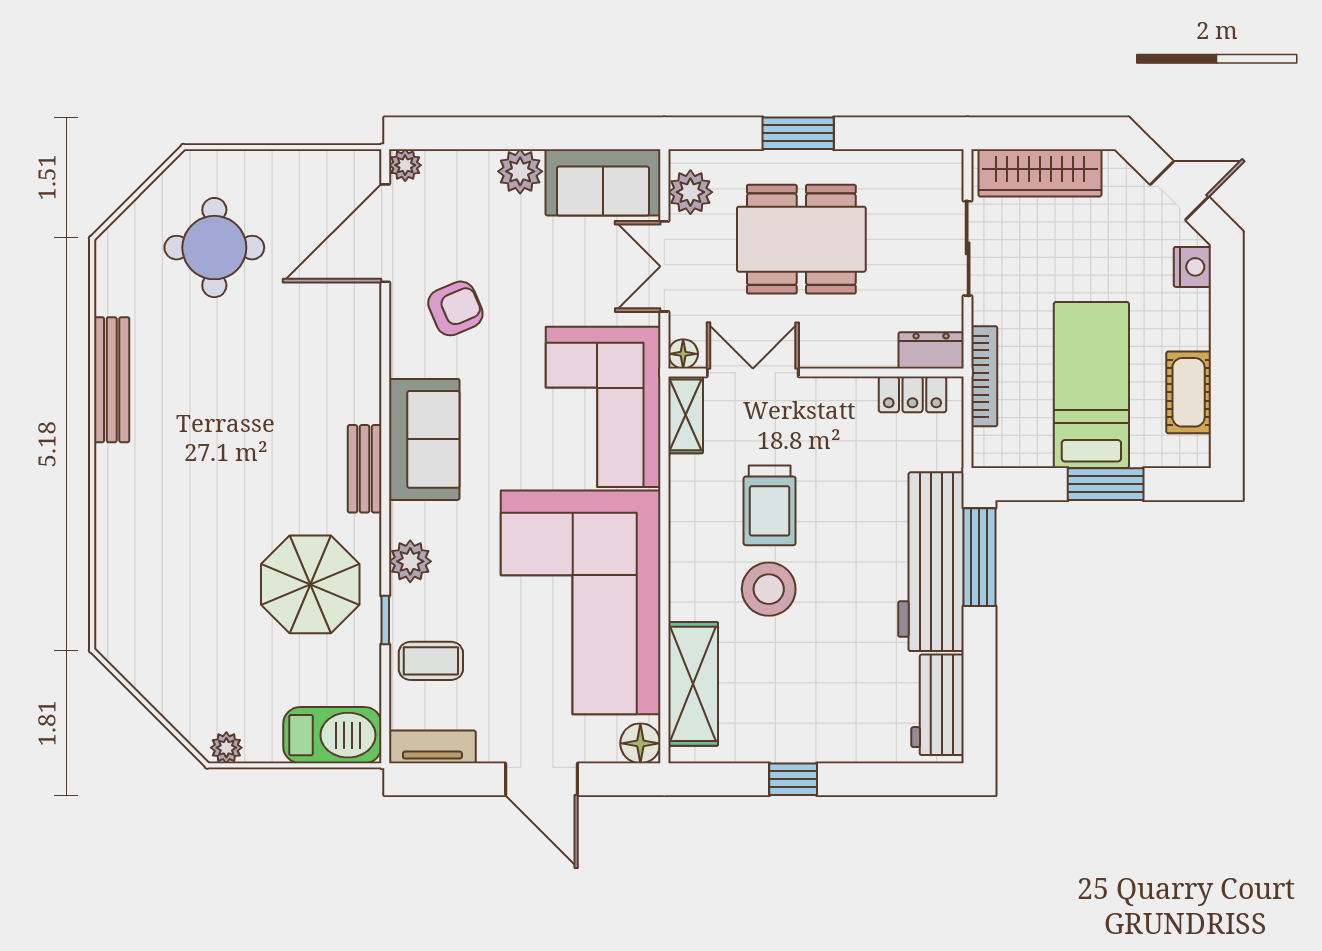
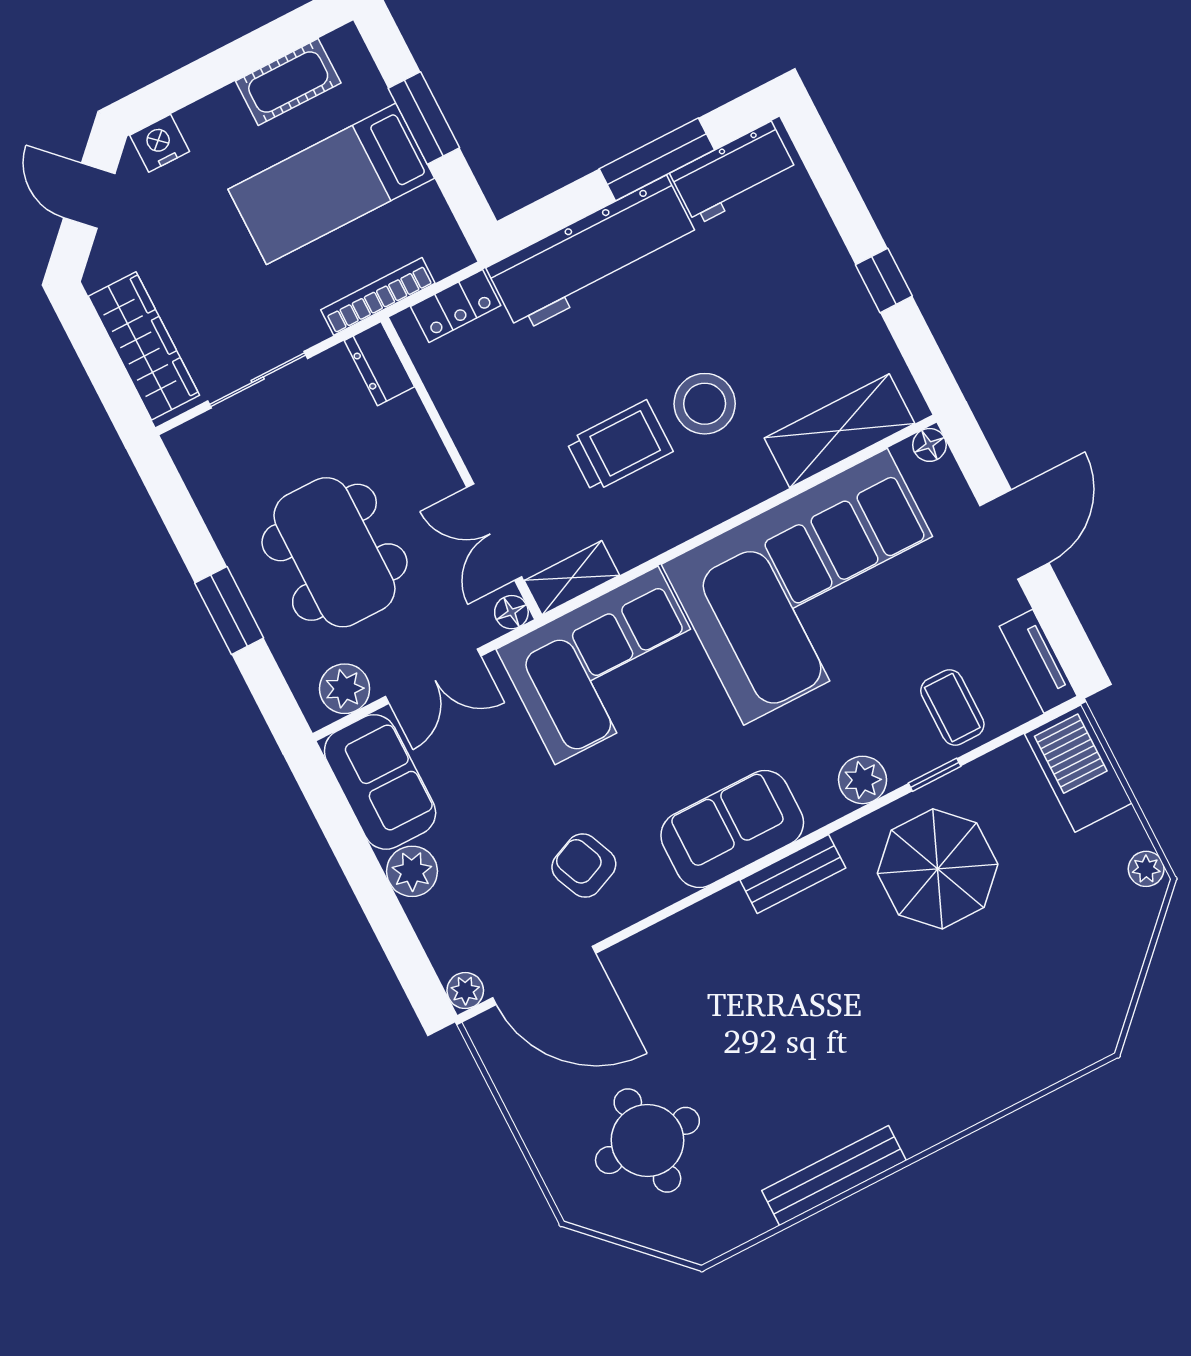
locker: (913, 394) -> (456, 306), moved, turned 90
window: (979, 557) -> (657, 159), moved
floor lamp: (640, 743) -> (929, 445), width x0.73, depth x0.73

